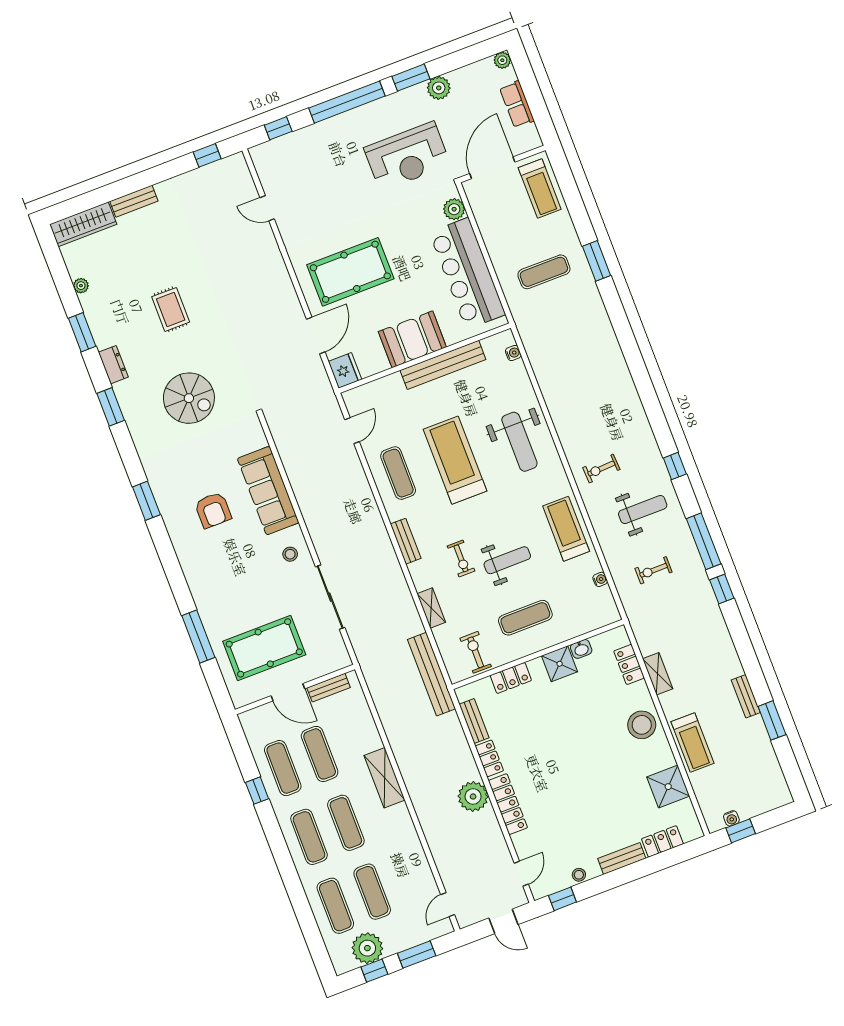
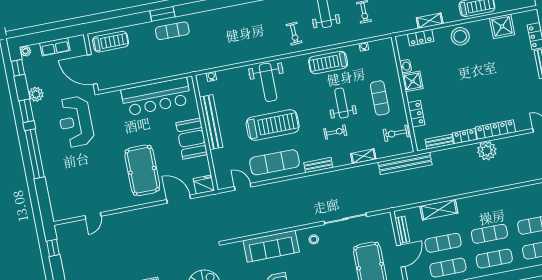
window: (278, 128) -> (18, 68), moved
reception desk: (407, 156) -> (76, 122), turned 180
plant: (454, 209) -> (114, 98), removed
exercise mat: (544, 272) -> (172, 31), moved, turned 90
weight bench: (519, 442) -> (268, 82), turned 90
treadmill: (455, 460) -> (273, 125), turned 180
exercise mat: (398, 473) -> (274, 162), width x1.36, depth x1.45
shelving: (384, 778) -> (439, 210), moved

